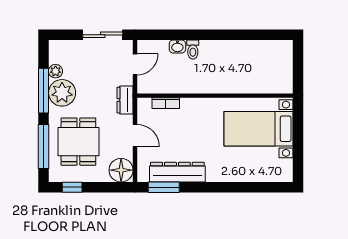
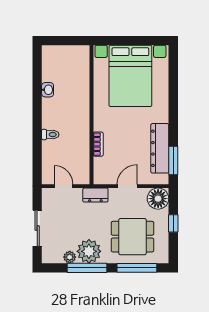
sliding door: (103, 35) -> (37, 228), moved
washbasin: (177, 46) -> (48, 90), moved
bookcase: (166, 103) -> (98, 144), moved
bed with nightstands: (258, 129) -> (130, 76), width x1.36
window: (72, 187) -> (173, 223), moved

